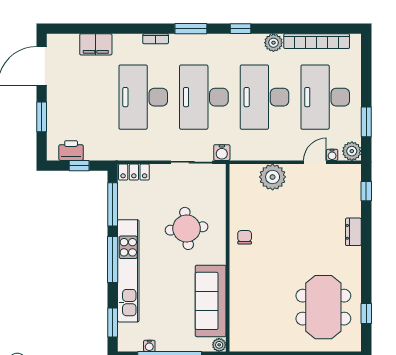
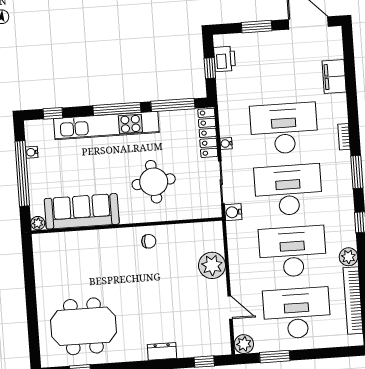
water cooler: (332, 155) -> (226, 143), moved
locker: (134, 172) -> (208, 133), width x1.53
window: (113, 323) -> (53, 113), width x0.67

